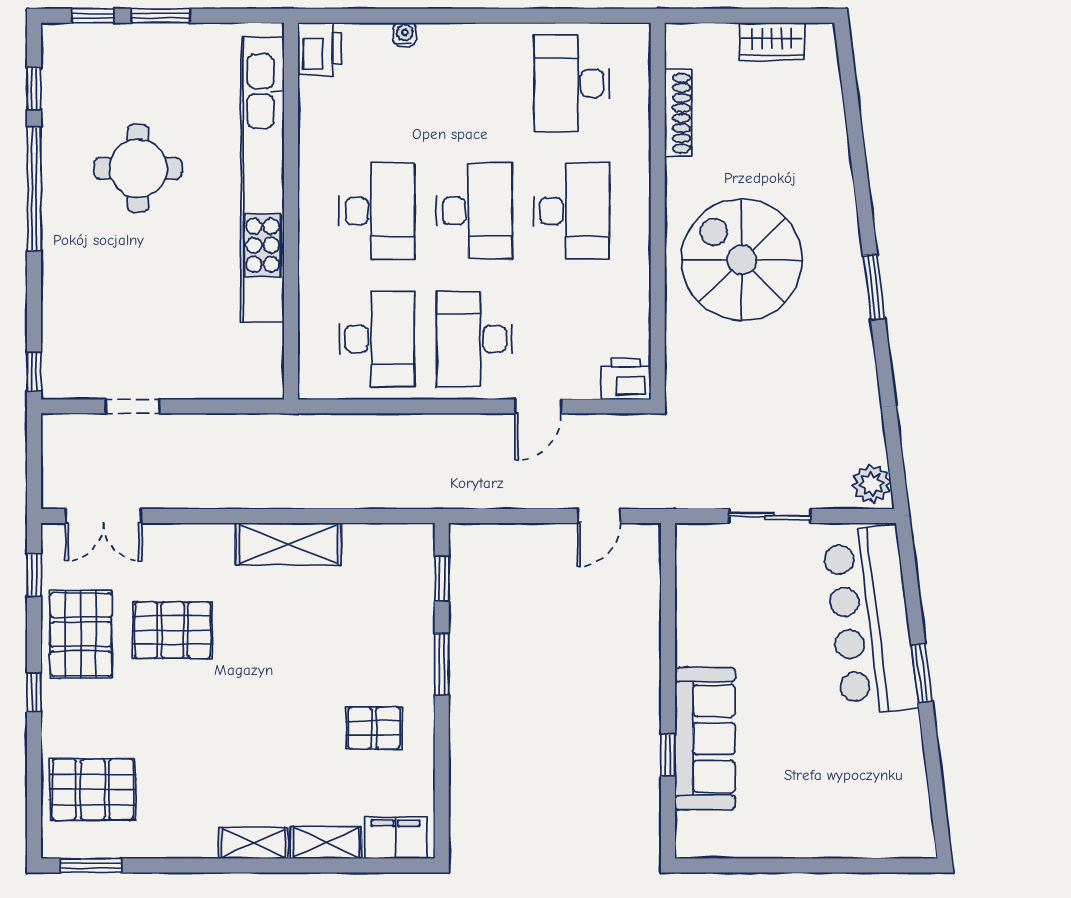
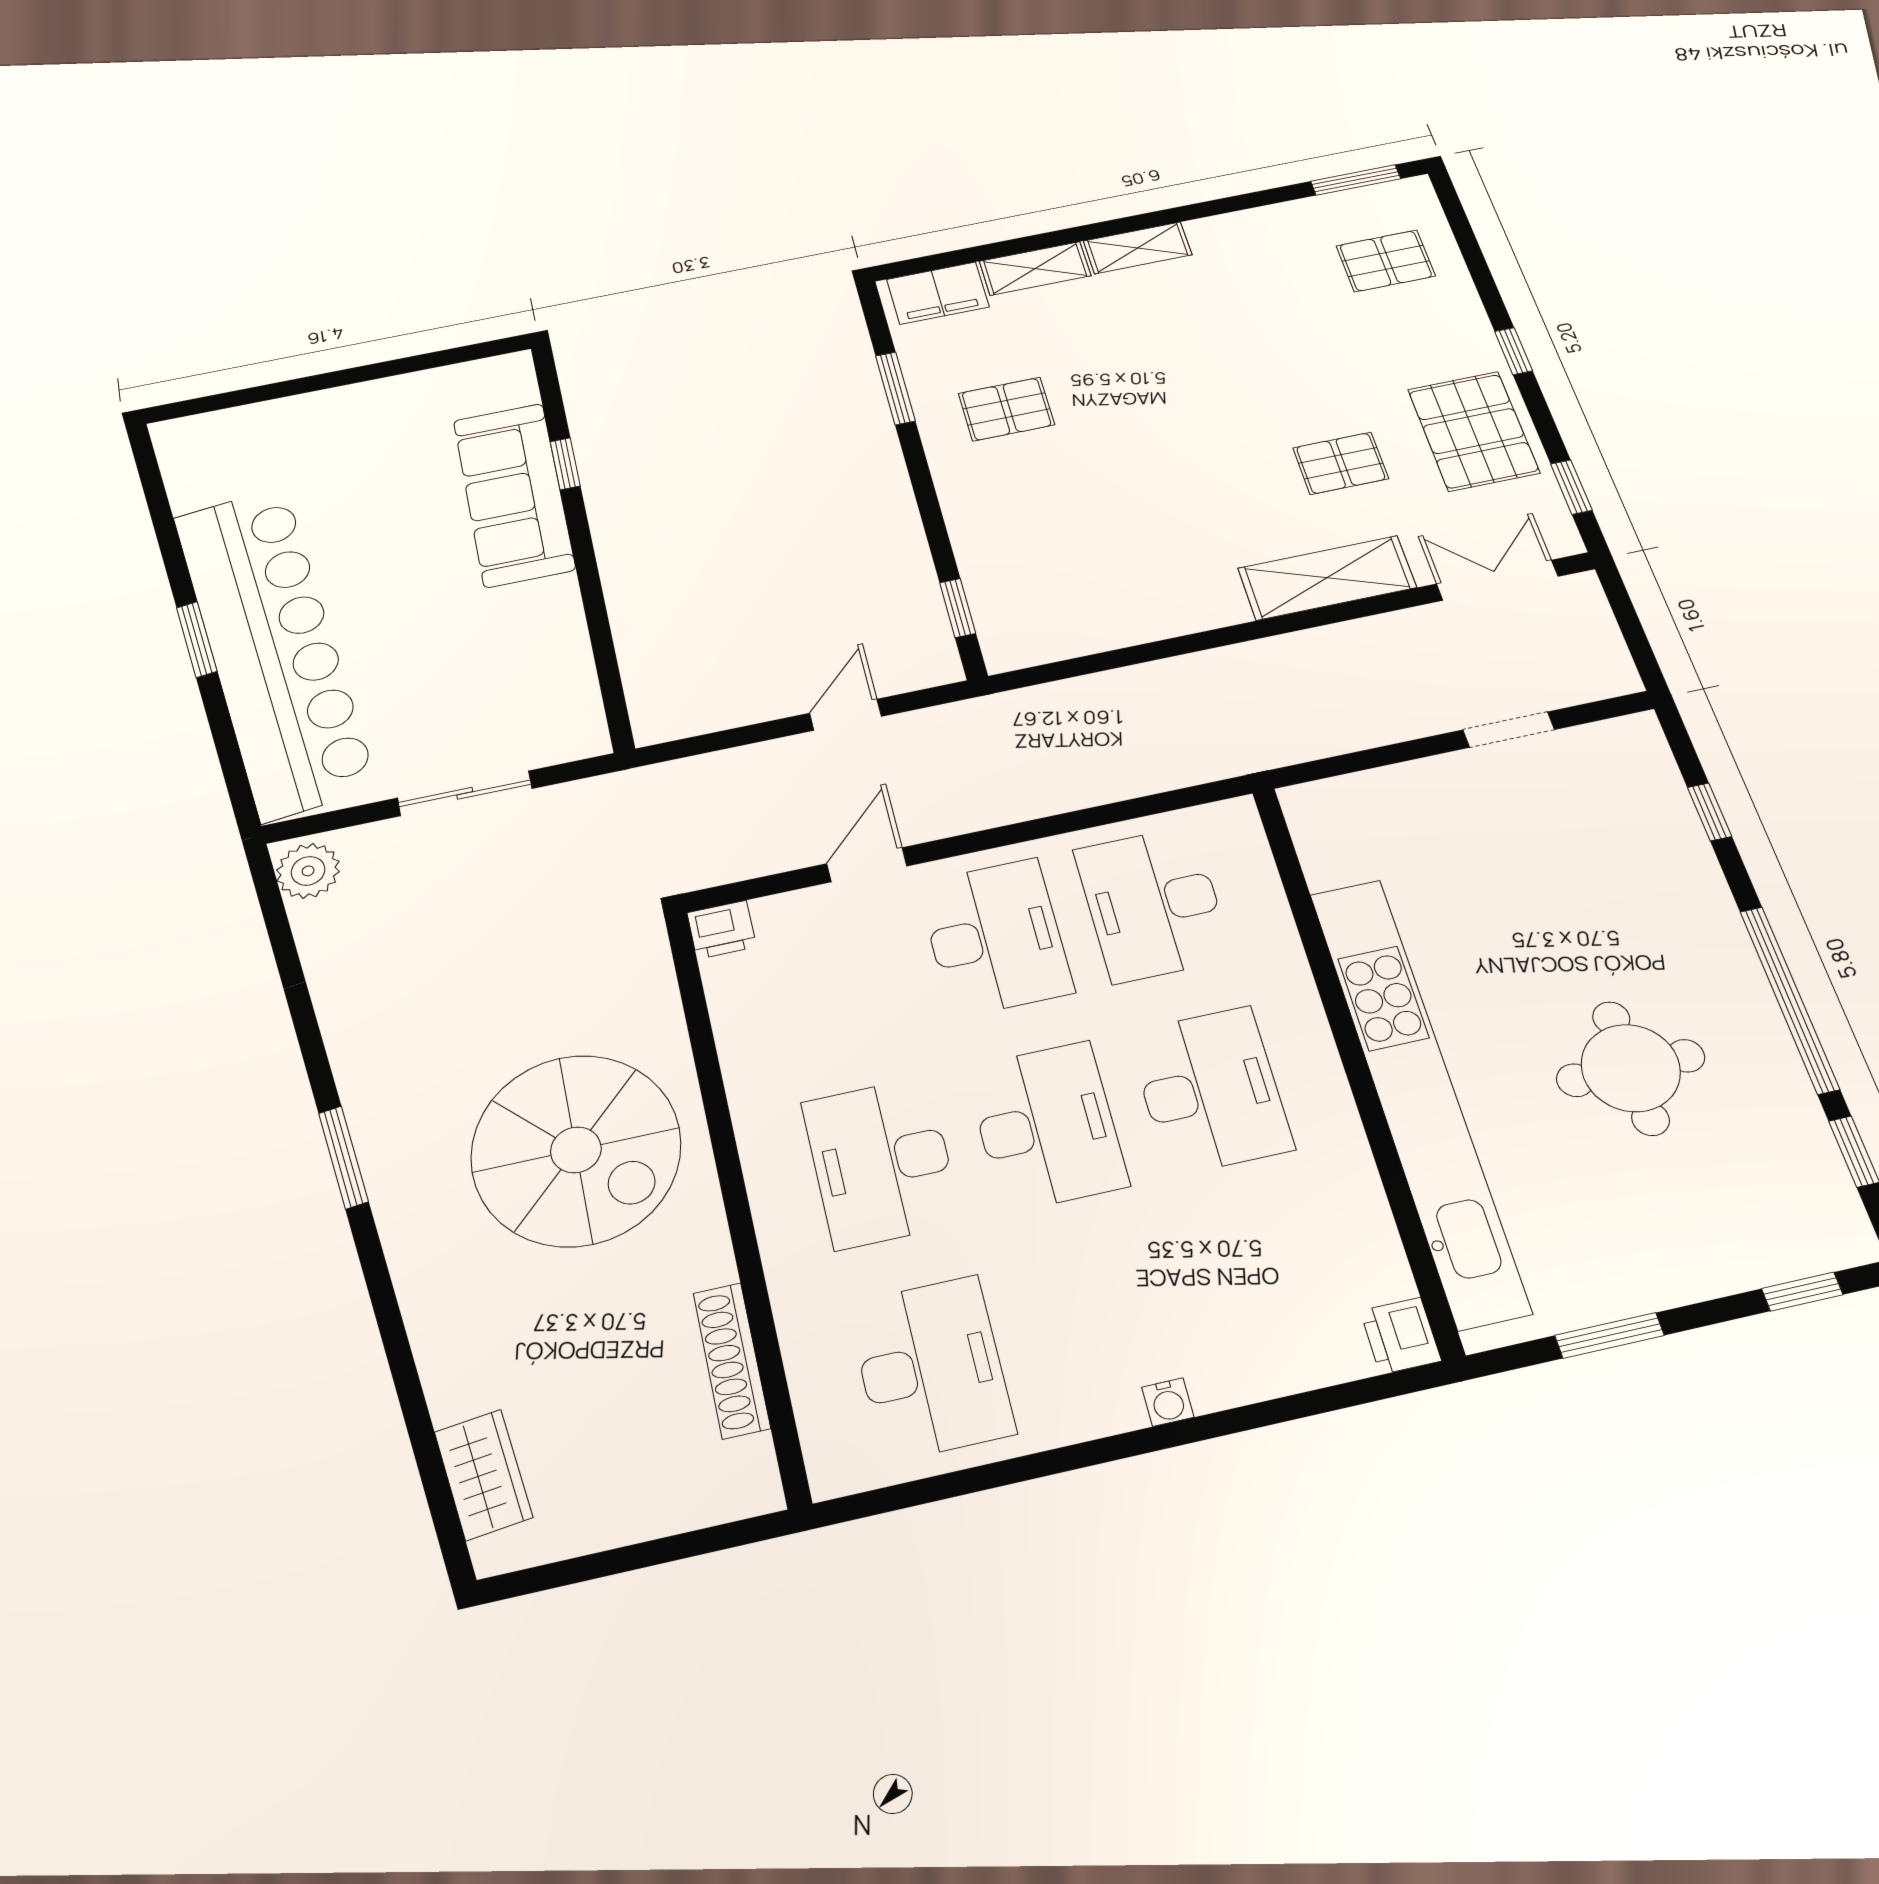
window: (161, 16) -> (1609, 1335), moved
water cooler: (405, 34) -> (1168, 1402), moved
wardrobe: (772, 42) -> (483, 1475), moved, turned 83
printer: (320, 49) -> (1401, 1336), width x0.73, depth x0.81
desk: (377, 211) -> (1210, 1090), turned 180
desk: (474, 211) -> (1047, 1126), turned 180
window: (34, 372) -> (1710, 812), moved
printer: (626, 379) -> (722, 930), width x0.73, depth x0.81
door: (599, 516) -> (845, 715), moved
shelving: (288, 544) -> (1327, 578), moved
bar counter: (870, 620) -> (273, 649), width x1.36
pallet: (173, 630) -> (1341, 463), width x0.67, depth x0.71
window: (442, 664) -> (895, 388), moved
pallet: (93, 789) -> (1386, 261), width x0.67, depth x0.71

